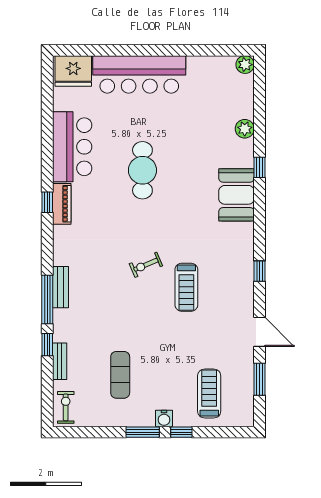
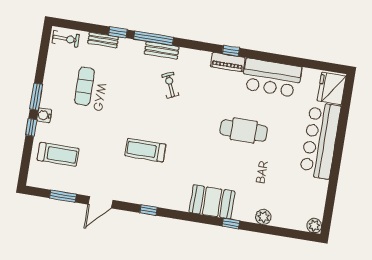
exercise bike: (146, 265) -> (170, 85), moved
exercise mat: (120, 375) -> (84, 86), turned 90

